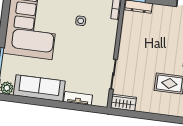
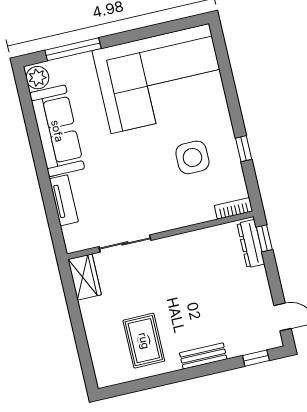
side table: (81, 21) -> (192, 157), width x1.87, depth x1.87

